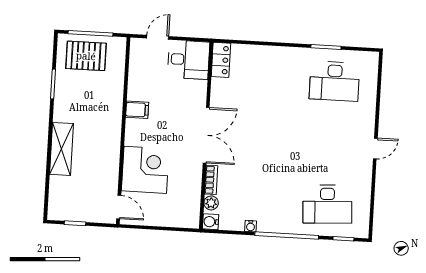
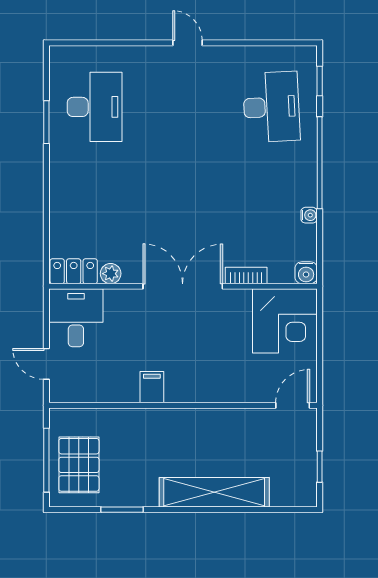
shelving: (61, 149) -> (214, 492), width x1.47
corner desk: (145, 170) -> (285, 321), moved, turned 180
plant: (211, 203) -> (111, 274), moved

